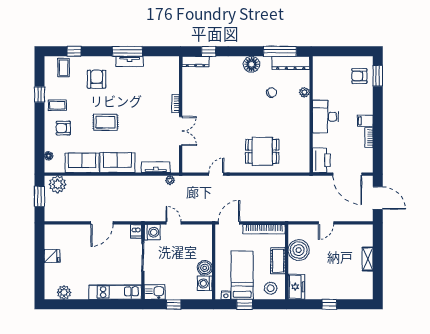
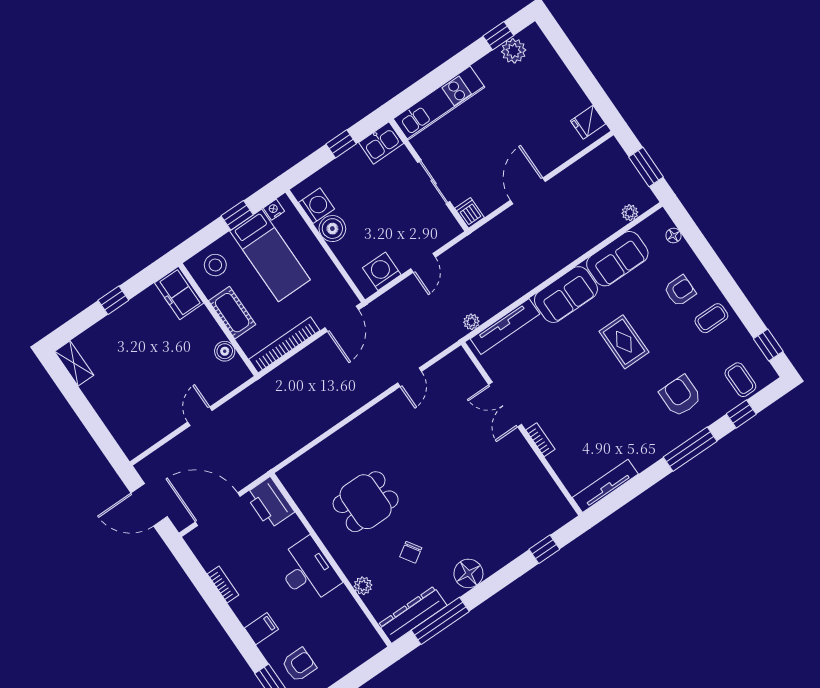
window: (127, 51) -> (690, 449), moved
tv unit: (130, 61) -> (605, 486), moved, width x1.41
dresser: (196, 61) -> (553, 521), removed
armchair: (97, 79) -> (680, 396), turned 180
window: (40, 95) -> (768, 345), moved
filing cabinet: (365, 121) -> (261, 629), moved
rug: (105, 122) -> (624, 342), turned 90
dining table: (262, 151) -> (366, 502), moved
tv unit: (156, 167) -> (505, 326), width x1.41
plant: (58, 184) -> (630, 213), width x0.53, depth x0.53
door: (174, 223) -> (423, 263), hinge flipped
washing machine: (152, 232) -> (382, 271), moved, turned 90
boiler: (299, 250) -> (225, 351), width x0.54, depth x0.54
fridge: (52, 256) -> (588, 122), moved
shelving: (368, 259) -> (74, 363), moved
window: (66, 304) -> (498, 36), added

